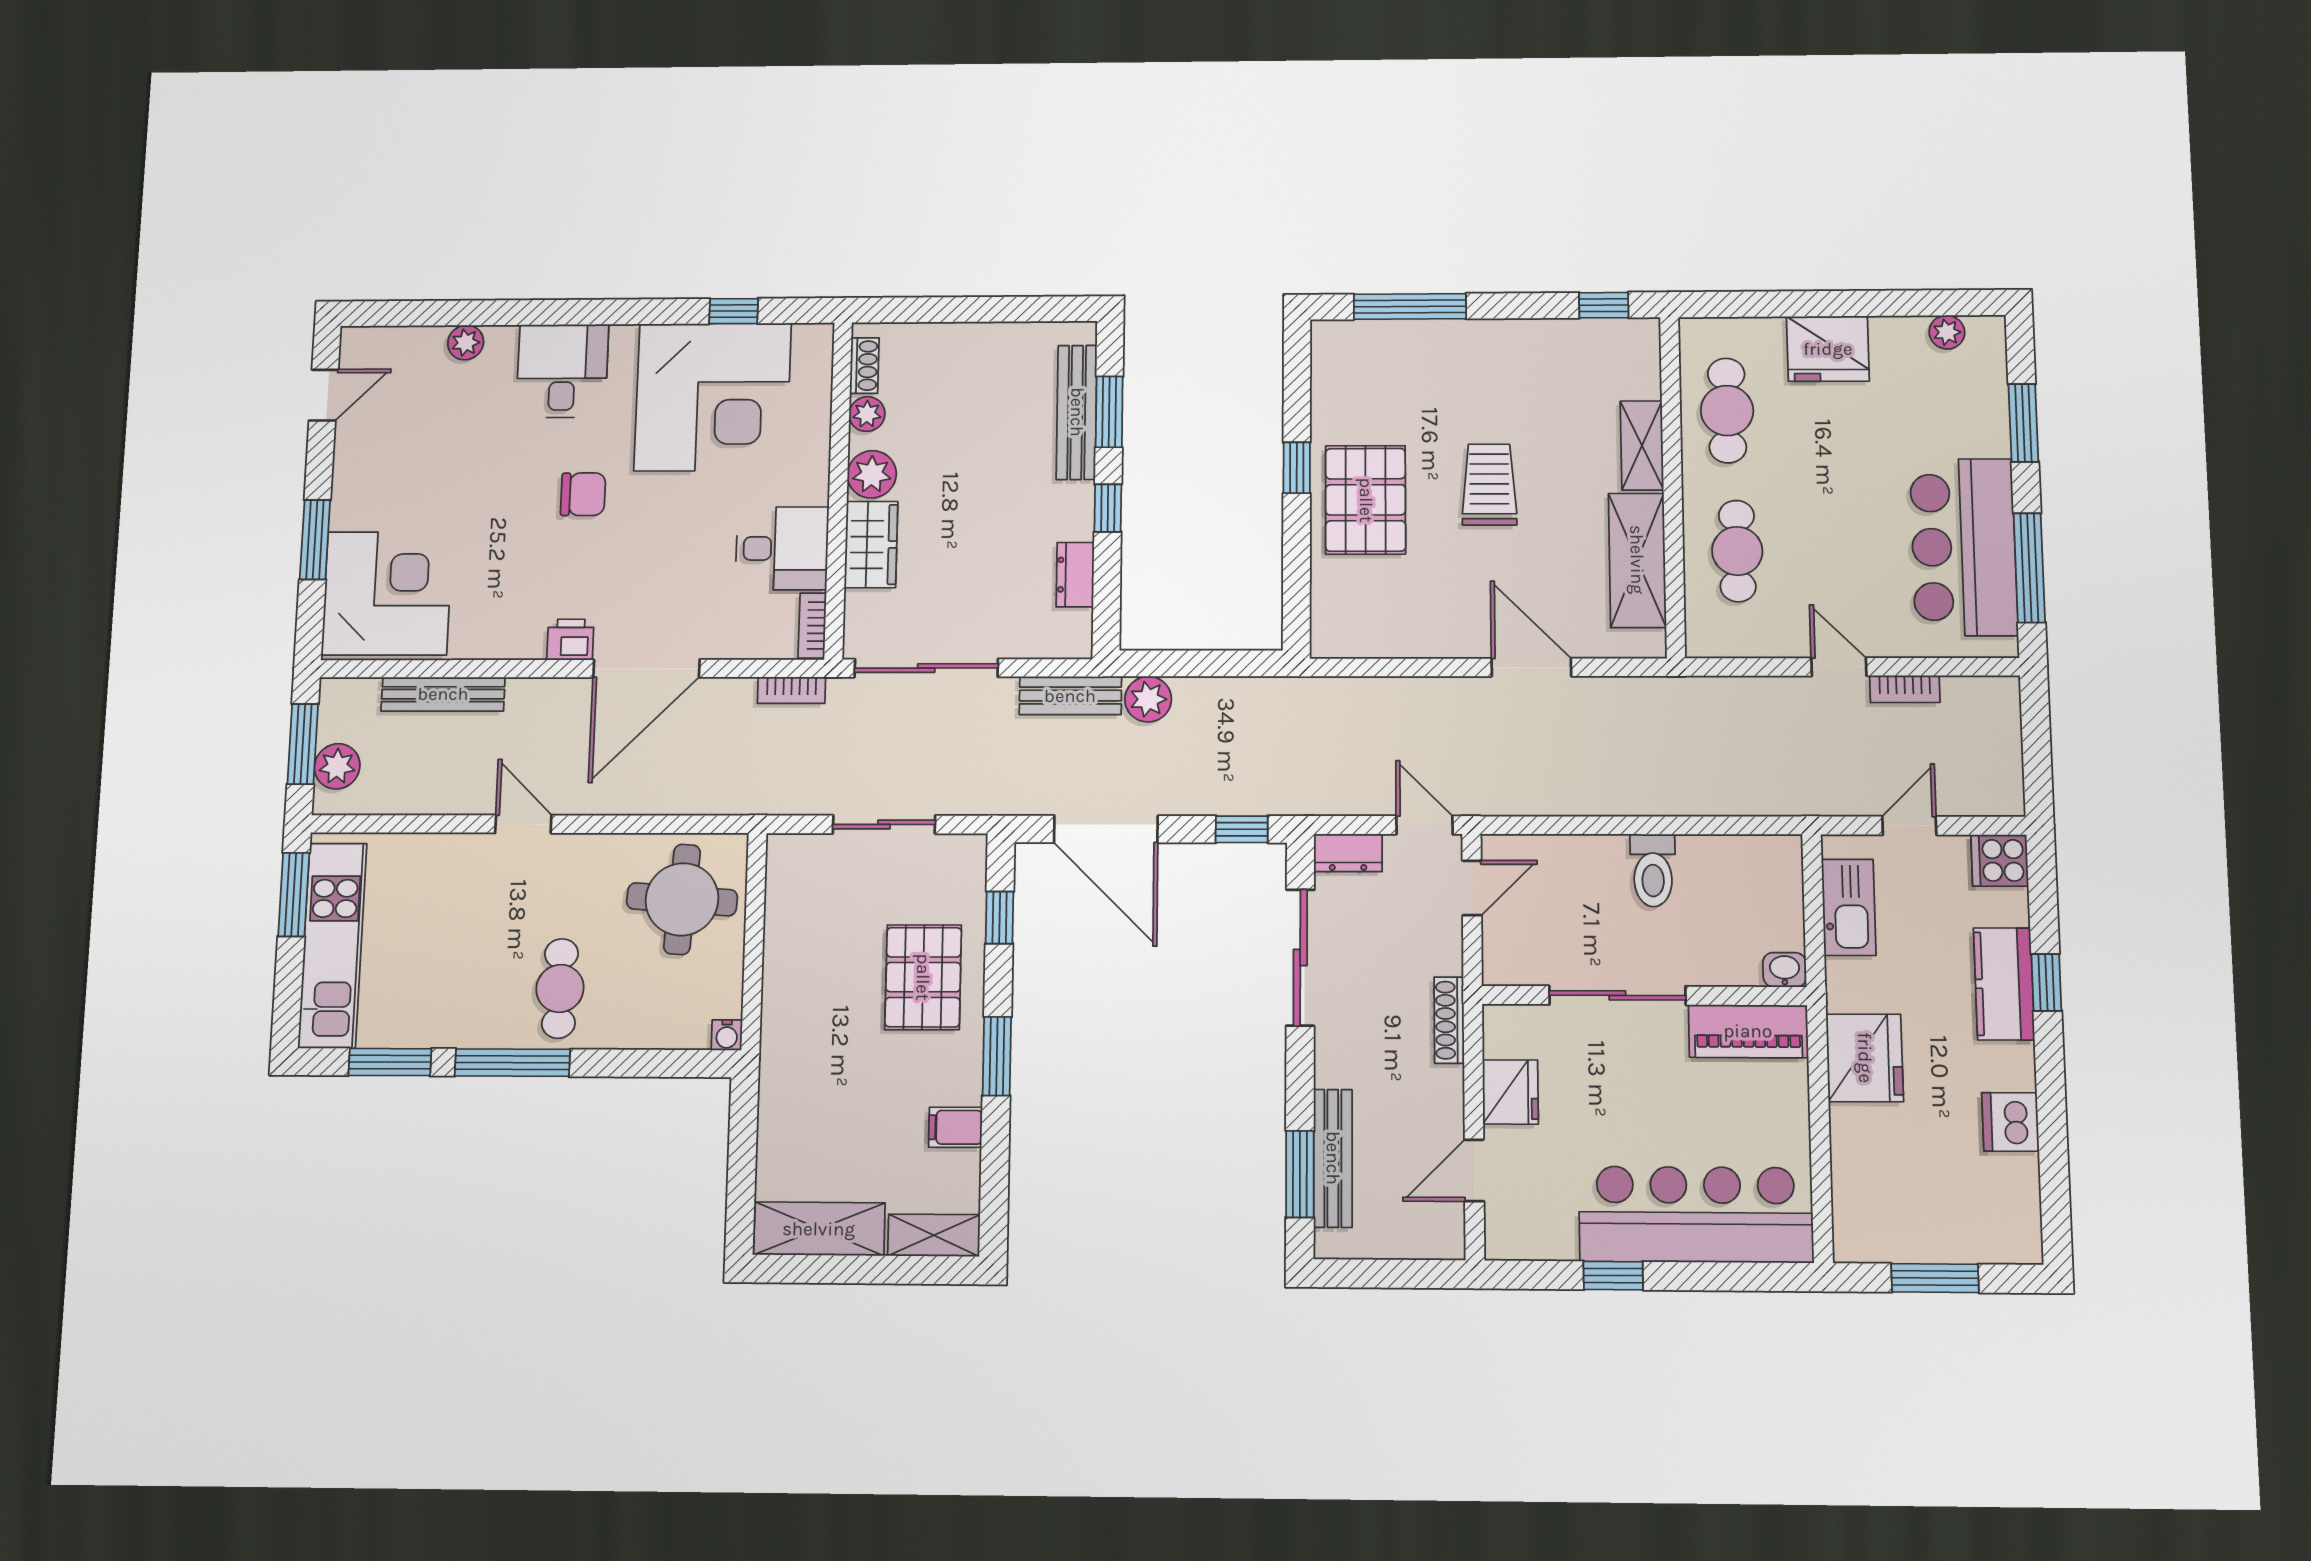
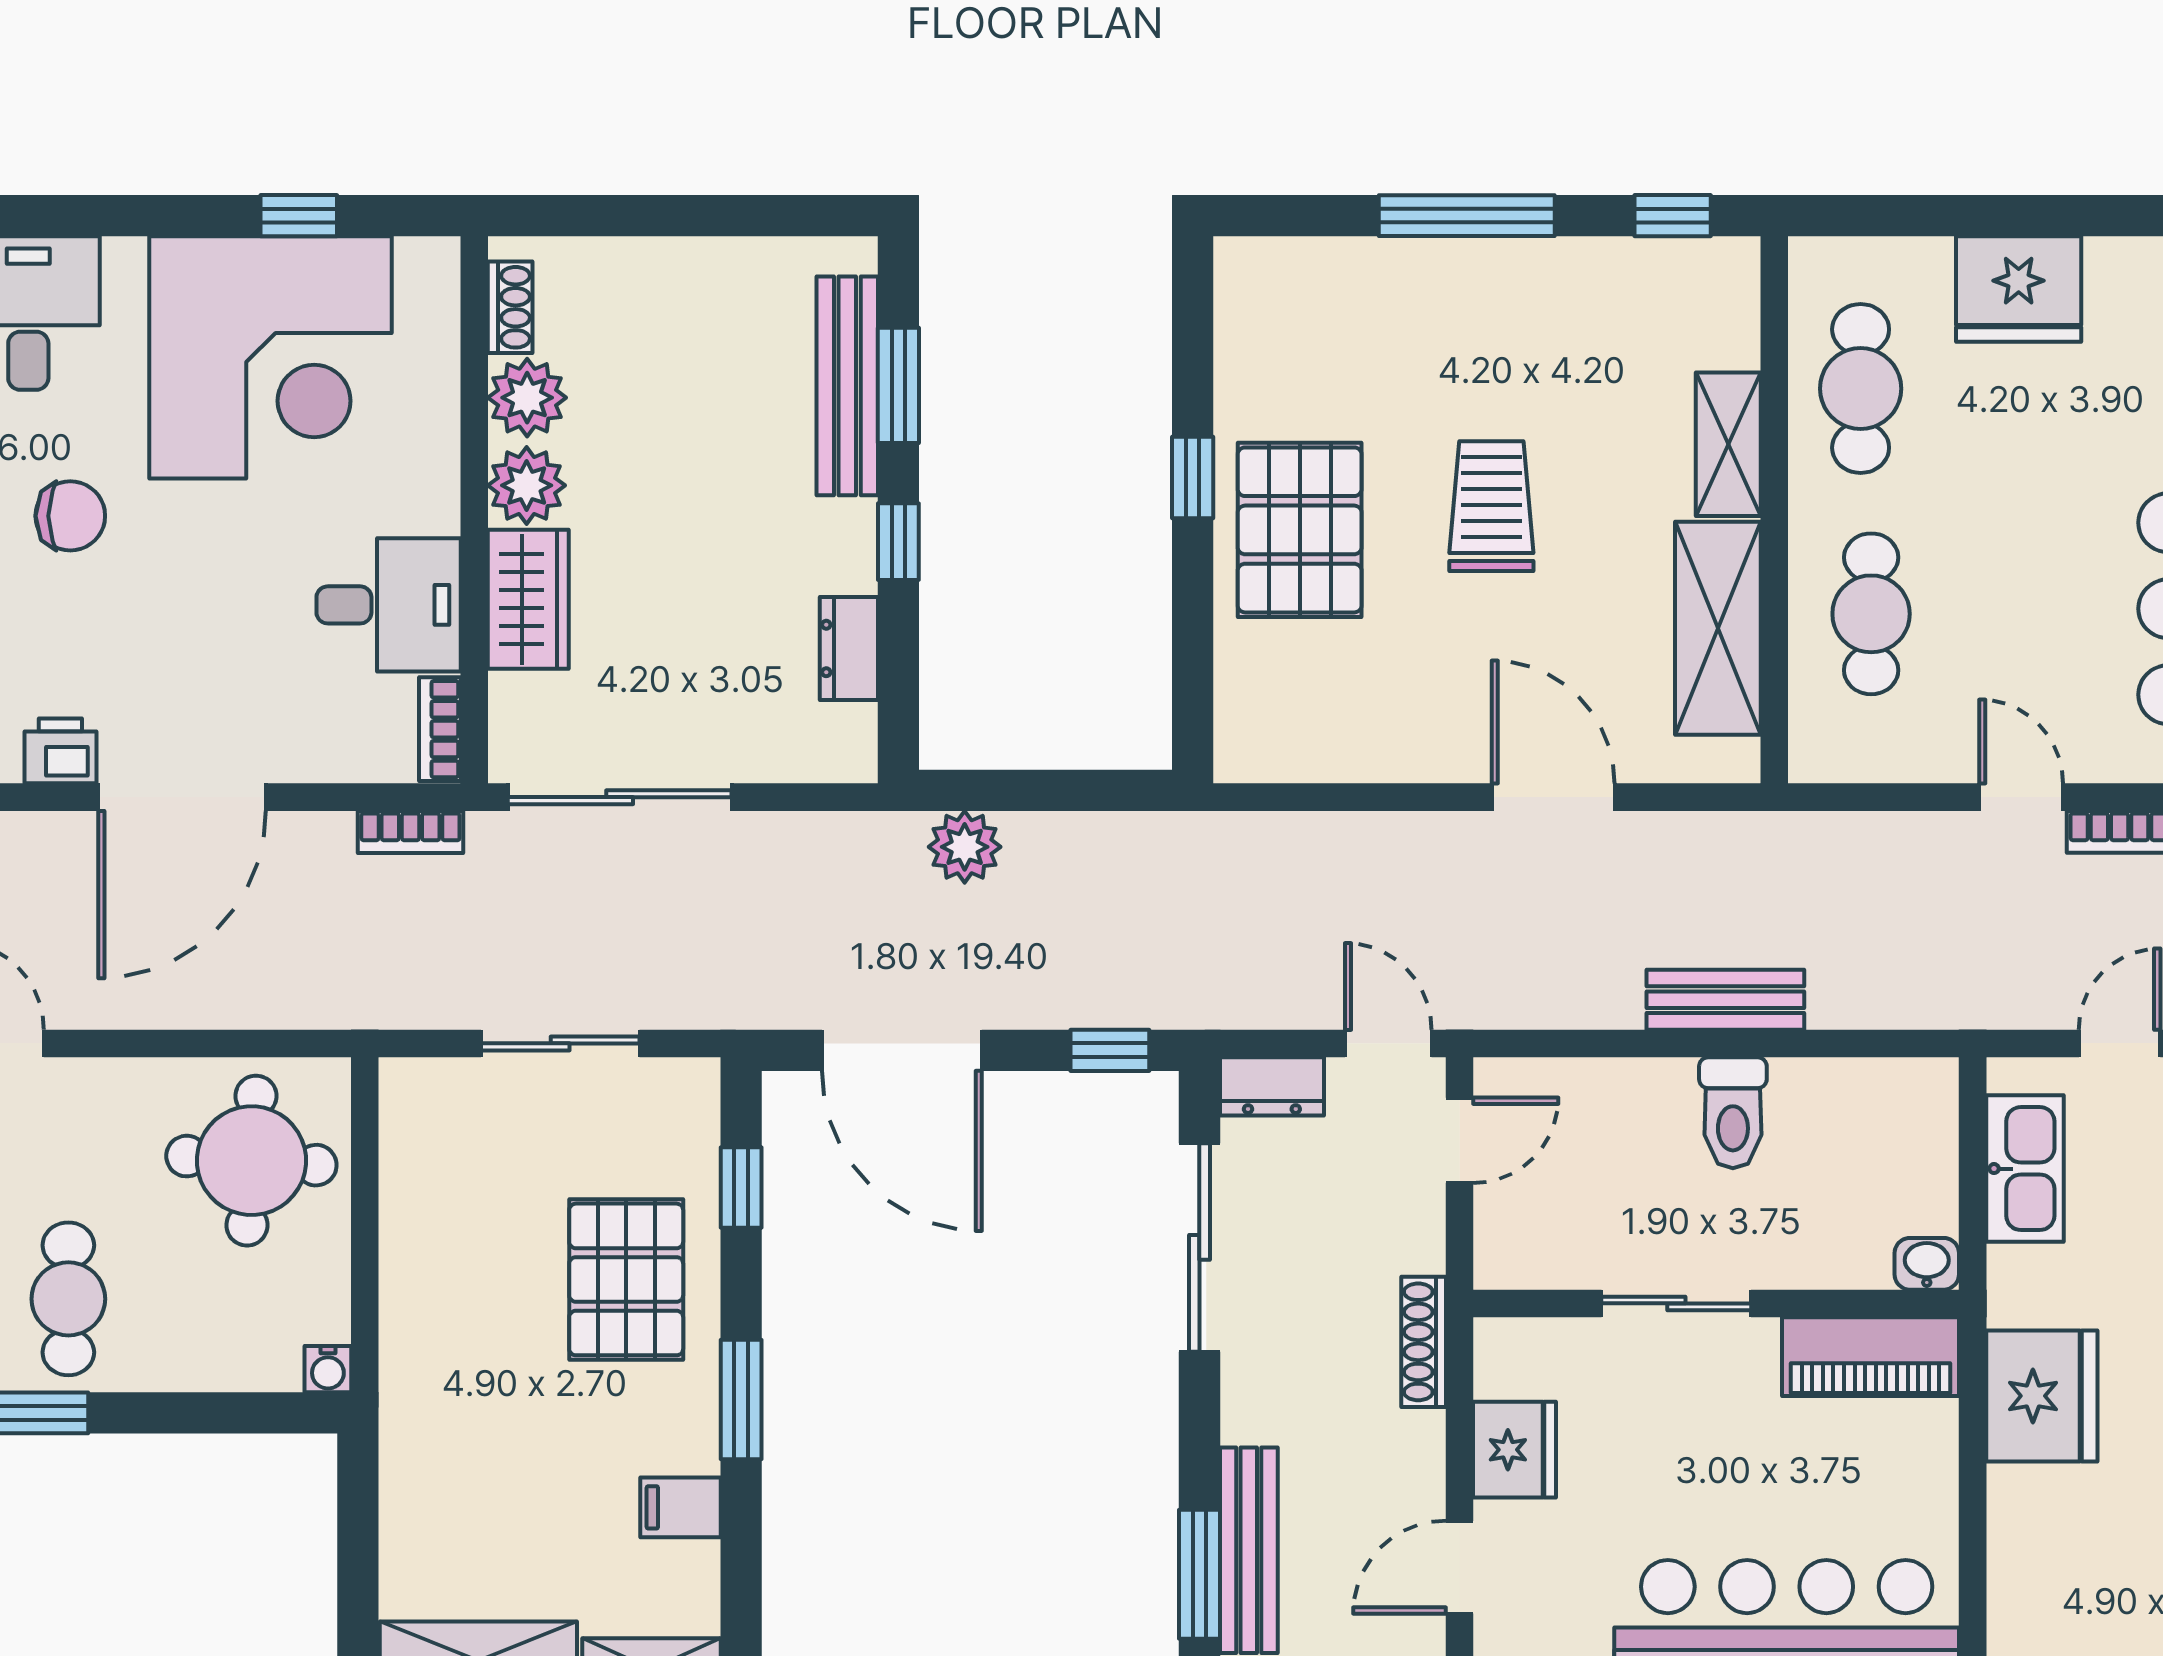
window: (1410, 306) -> (1467, 216), moved
plant: (867, 414) -> (527, 398), width x1.38, depth x1.38
bench: (1070, 696) -> (1725, 1000), moved
sliding door: (1617, 995) -> (1676, 1303), width x0.73

